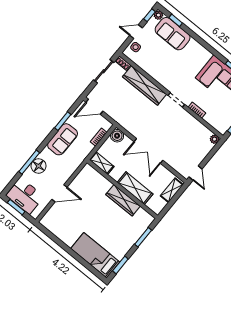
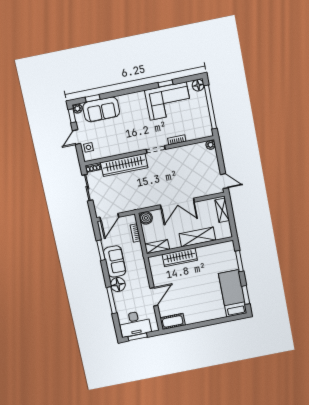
floor lamp: (39, 166) -> (118, 285), moved
wardrobe: (123, 200) -> (180, 257), moved
cot: (52, 225) -> (173, 321), added
bed: (95, 255) -> (233, 293), moved, turned 90

